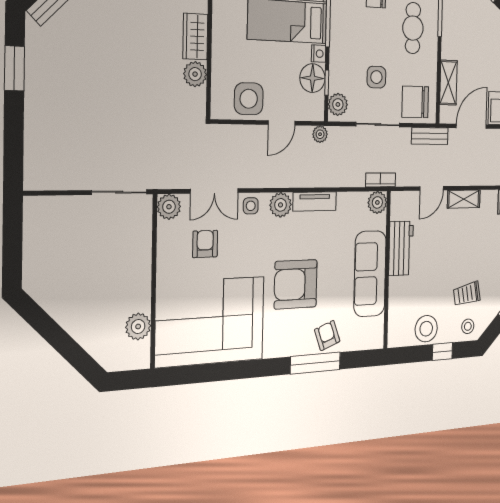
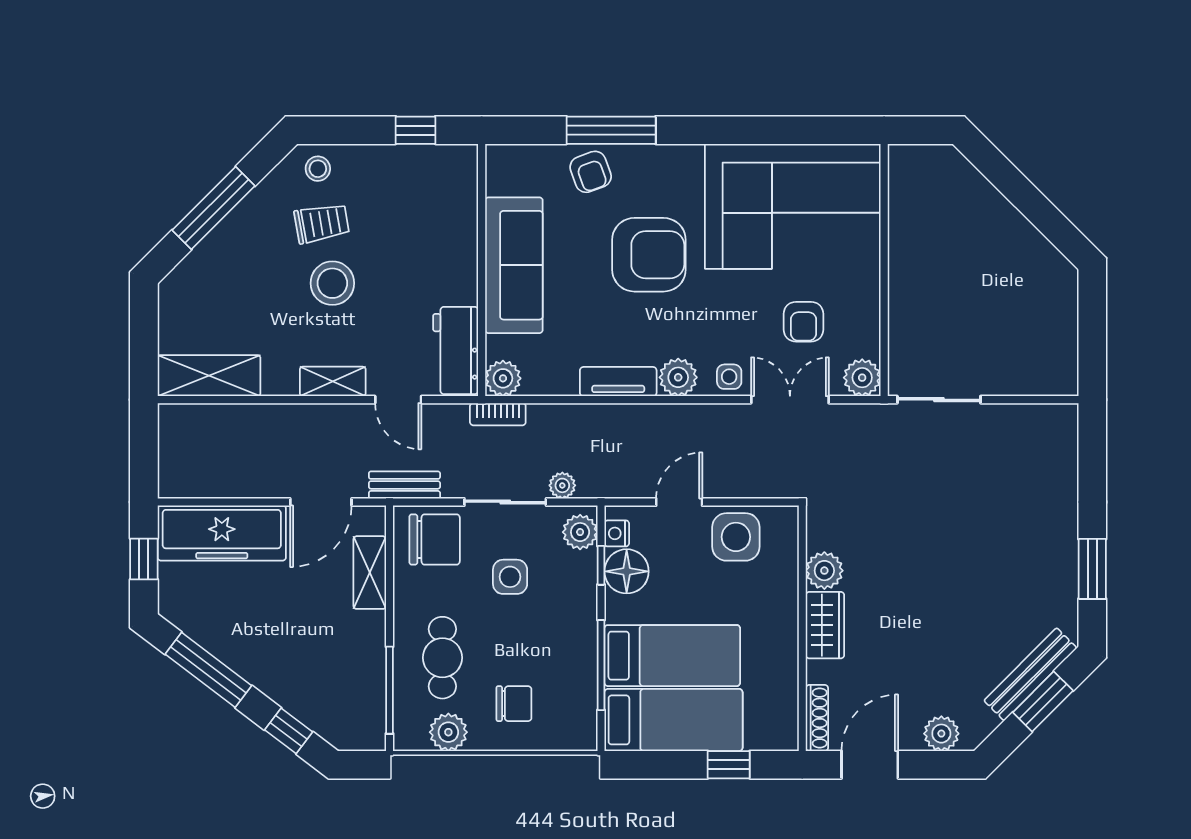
nightstand: (319, 54) -> (617, 533), moved
plant: (320, 134) -> (562, 485), moved
door: (432, 188) -> (398, 400), swing flipped
workbench: (401, 248) -> (456, 350), moved
plant: (138, 326) -> (907, 206), removed
stool: (426, 329) -> (332, 283), moved
window: (442, 352) -> (415, 130), moved

